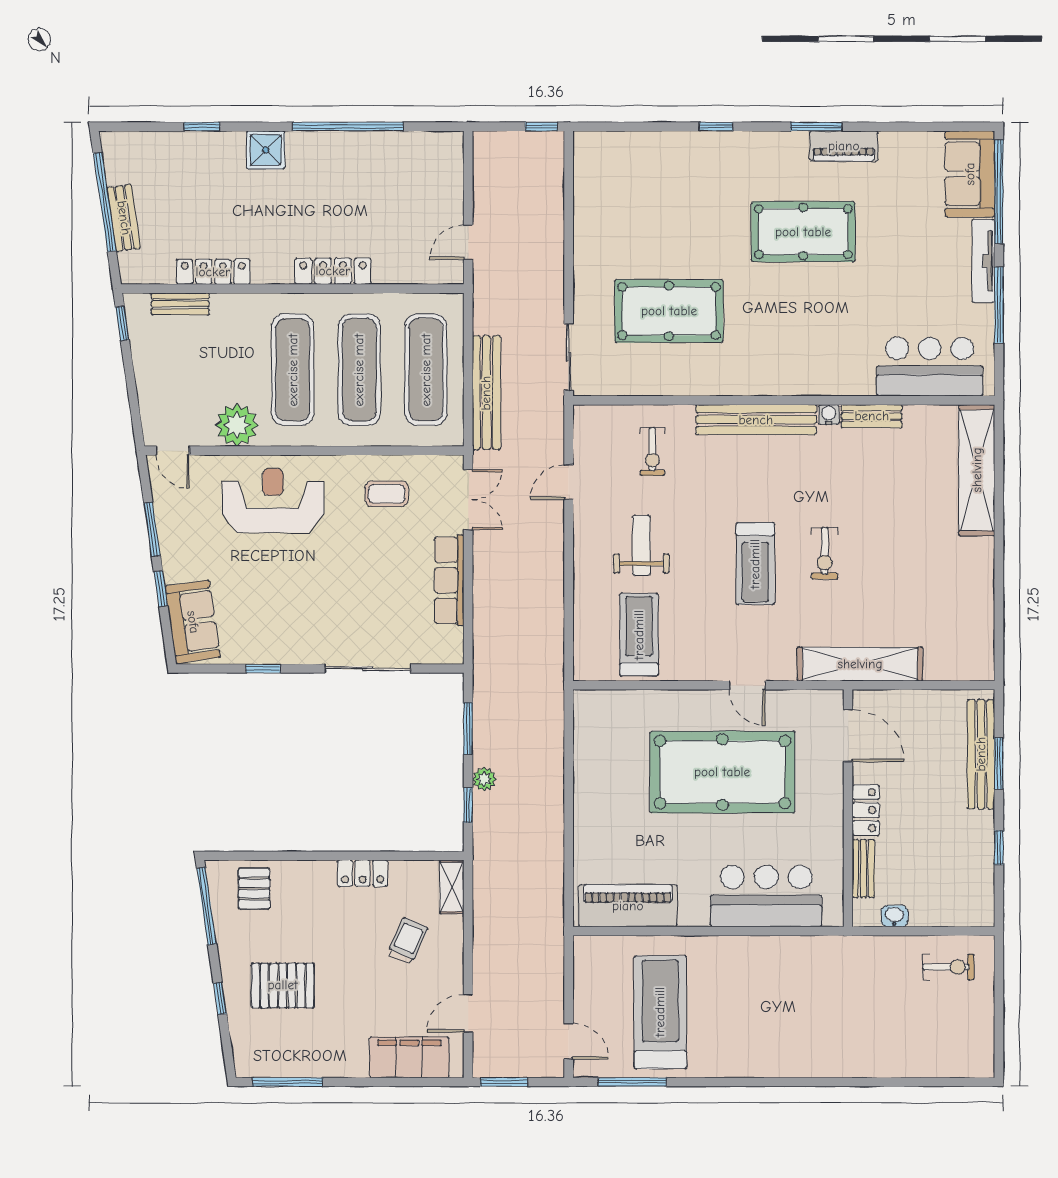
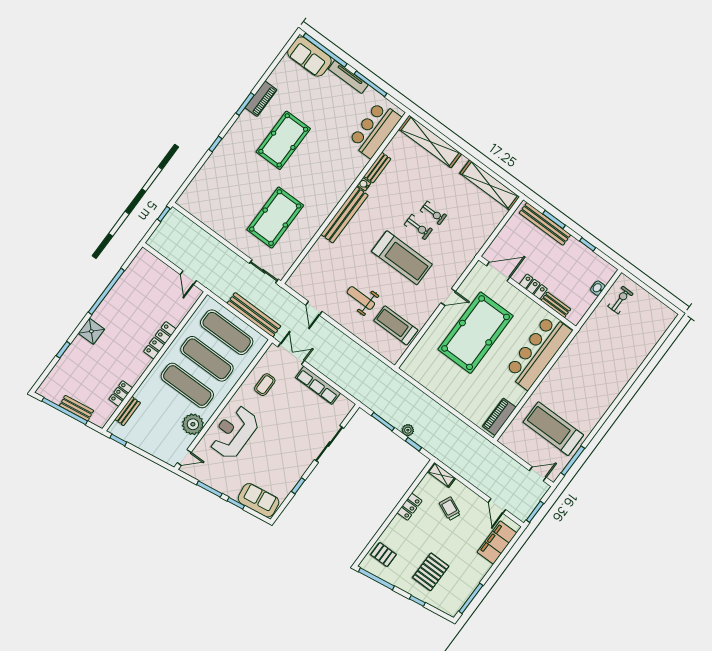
locker: (213, 272) -> (121, 394), width x0.66
exercise bike: (652, 452) -> (433, 213), moved
treadmill: (755, 564) -> (402, 258), width x1.37, depth x1.38
shelving: (860, 664) -> (490, 185), moved, turned 90
bar counter: (766, 896) -> (538, 352), width x1.36
piano: (628, 906) -> (499, 417), width x0.73, depth x0.75
washbasin: (894, 916) -> (598, 288), moved

